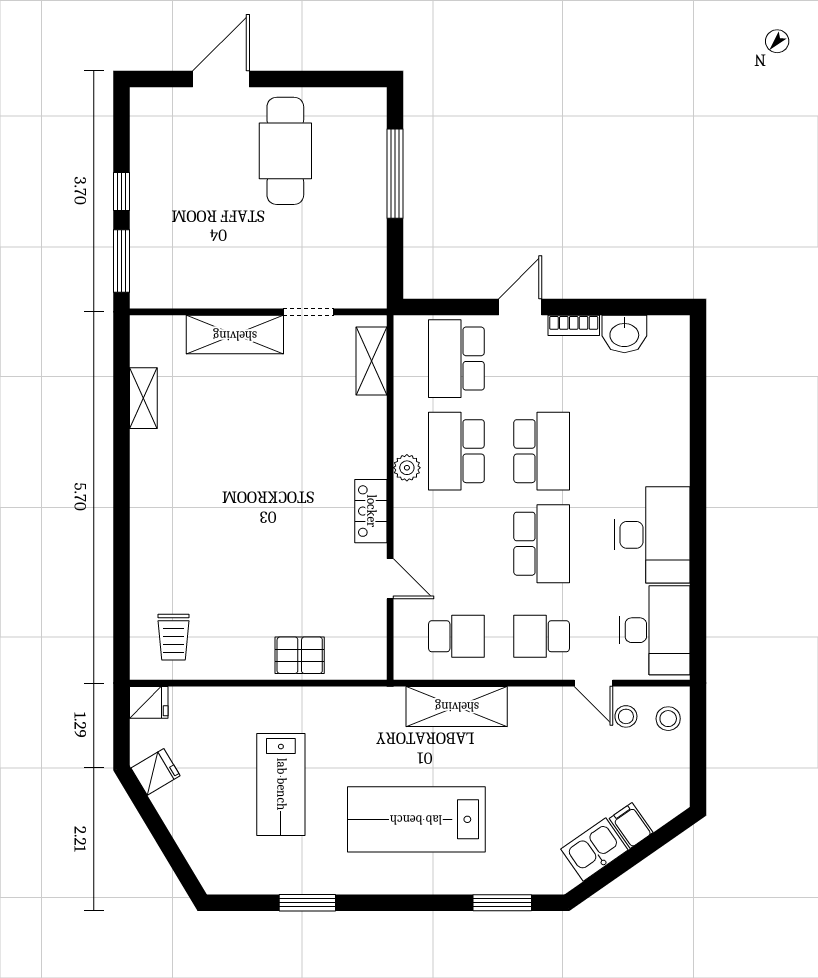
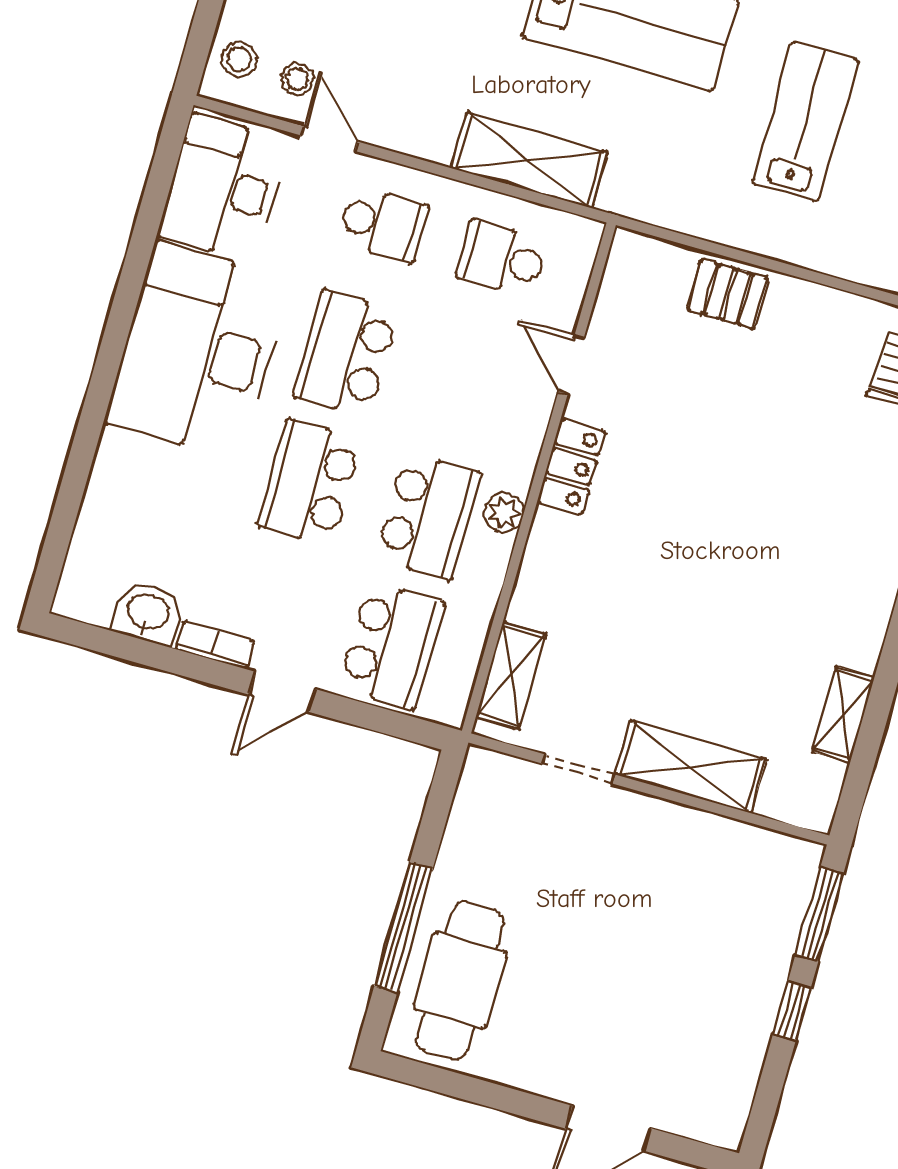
cafe table: (285, 151) -> (460, 981), moved
desk: (652, 535) -> (198, 351), width x1.36, depth x1.30

